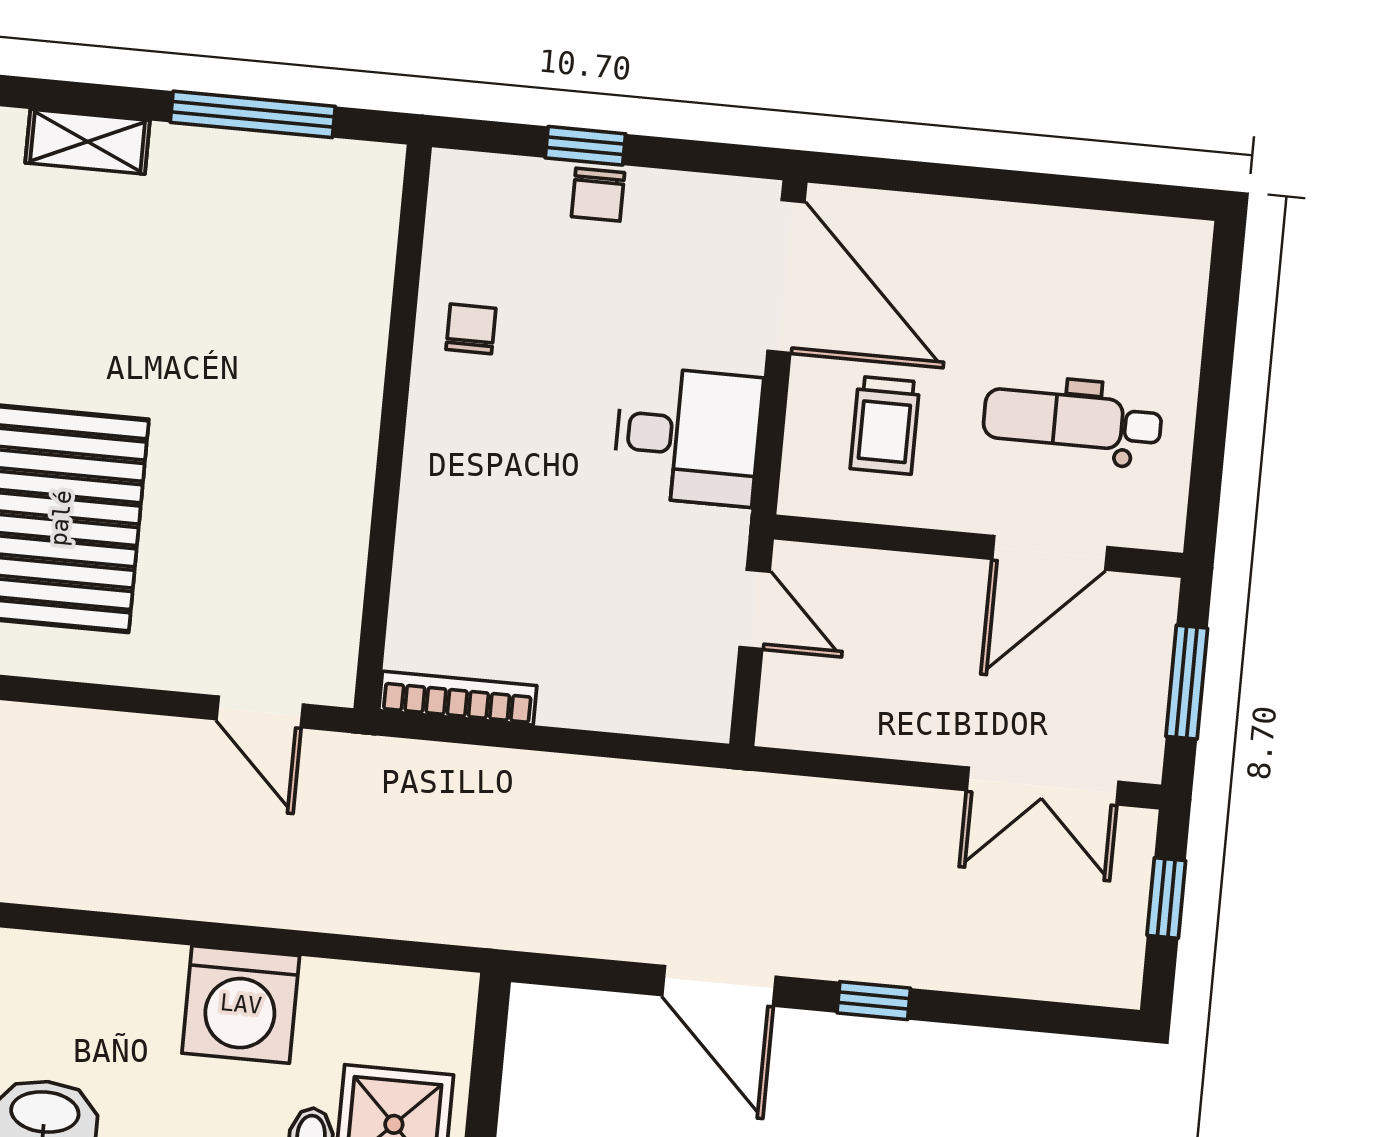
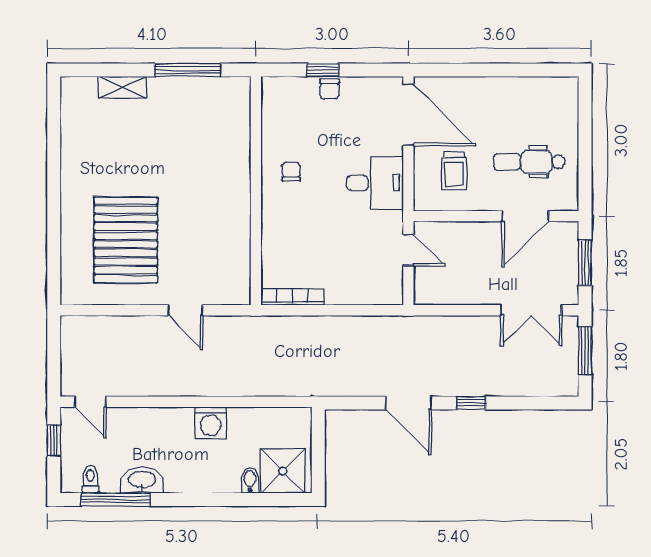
chair: (471, 329) -> (291, 172), moved
door: (260, 712) -> (185, 310), moved
window: (1166, 898) -> (585, 351), width x1.50
washing machine: (241, 1004) -> (211, 423), width x0.73, depth x0.73

